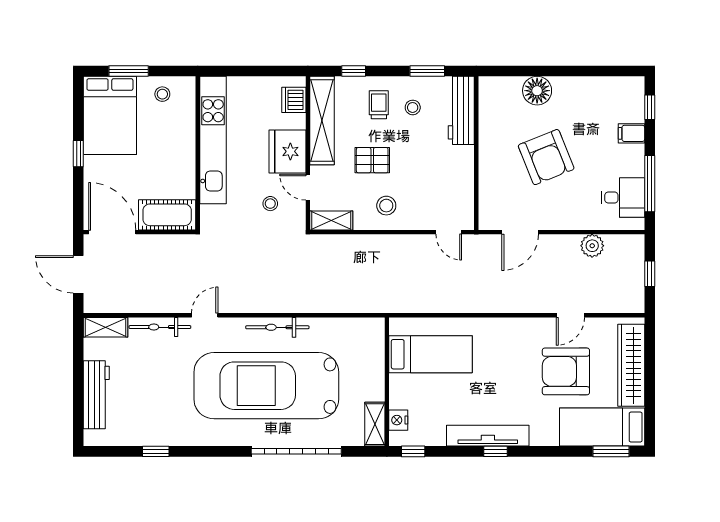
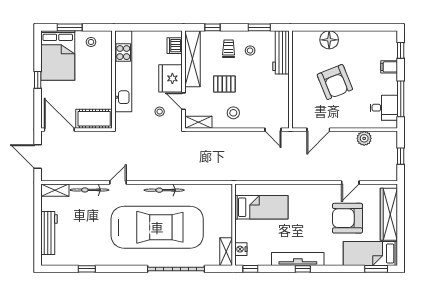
car: (266, 386) -> (157, 227), turned 180

